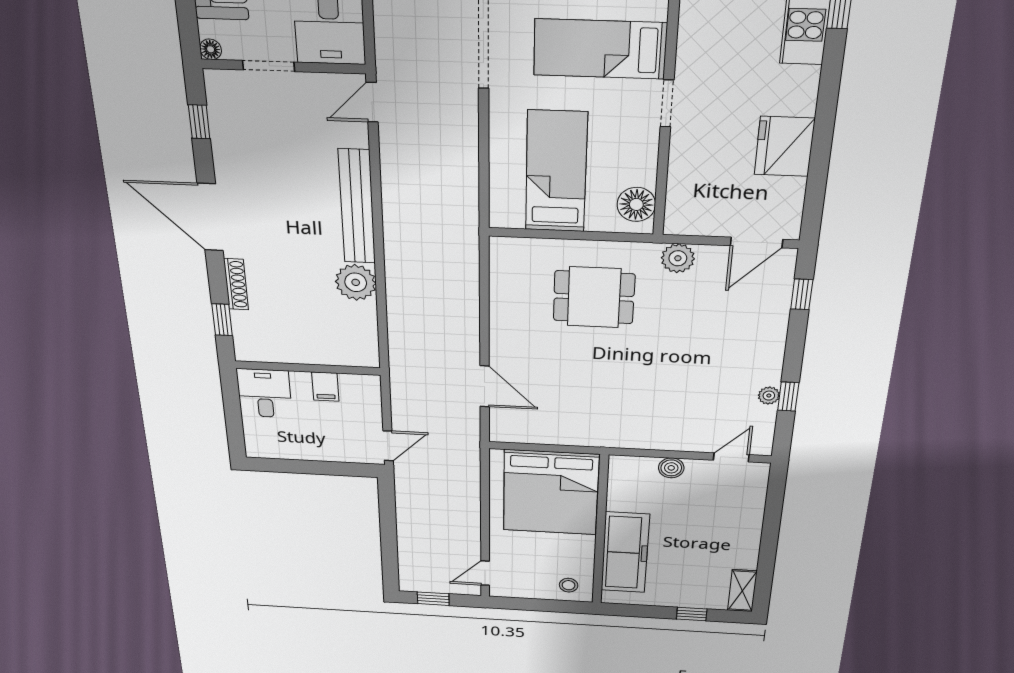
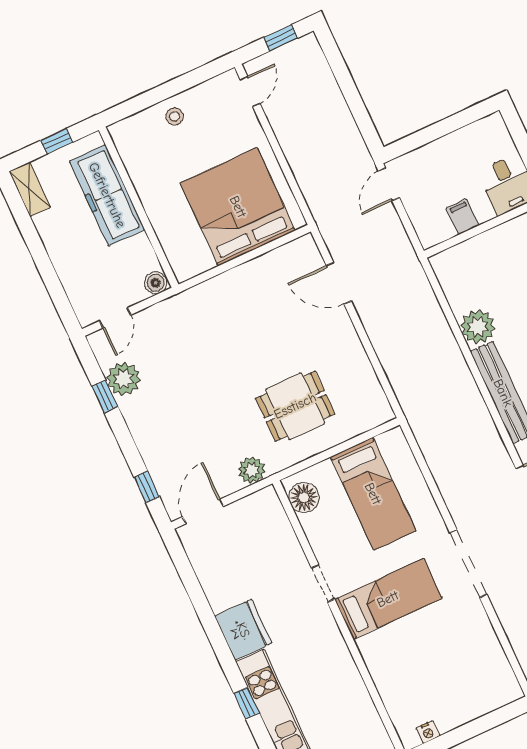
fridge: (784, 146) -> (243, 630), moved
plant: (769, 396) -> (124, 379), width x1.88, depth x1.88
wall: (600, 531) -> (139, 207), moved
freezer: (625, 553) -> (107, 195), moved

